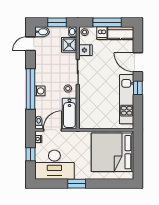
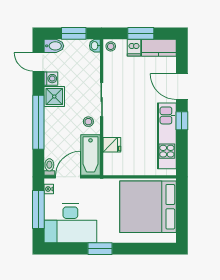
window: (107, 22) -> (141, 33), width x0.69
door: (30, 44) -> (38, 62), hinge flipped
shower: (69, 45) -> (54, 96), moved
fridge: (85, 50) -> (112, 145), moved
washing machine: (40, 91) -> (51, 79), moved
window: (30, 154) -> (38, 209), width x2.17

